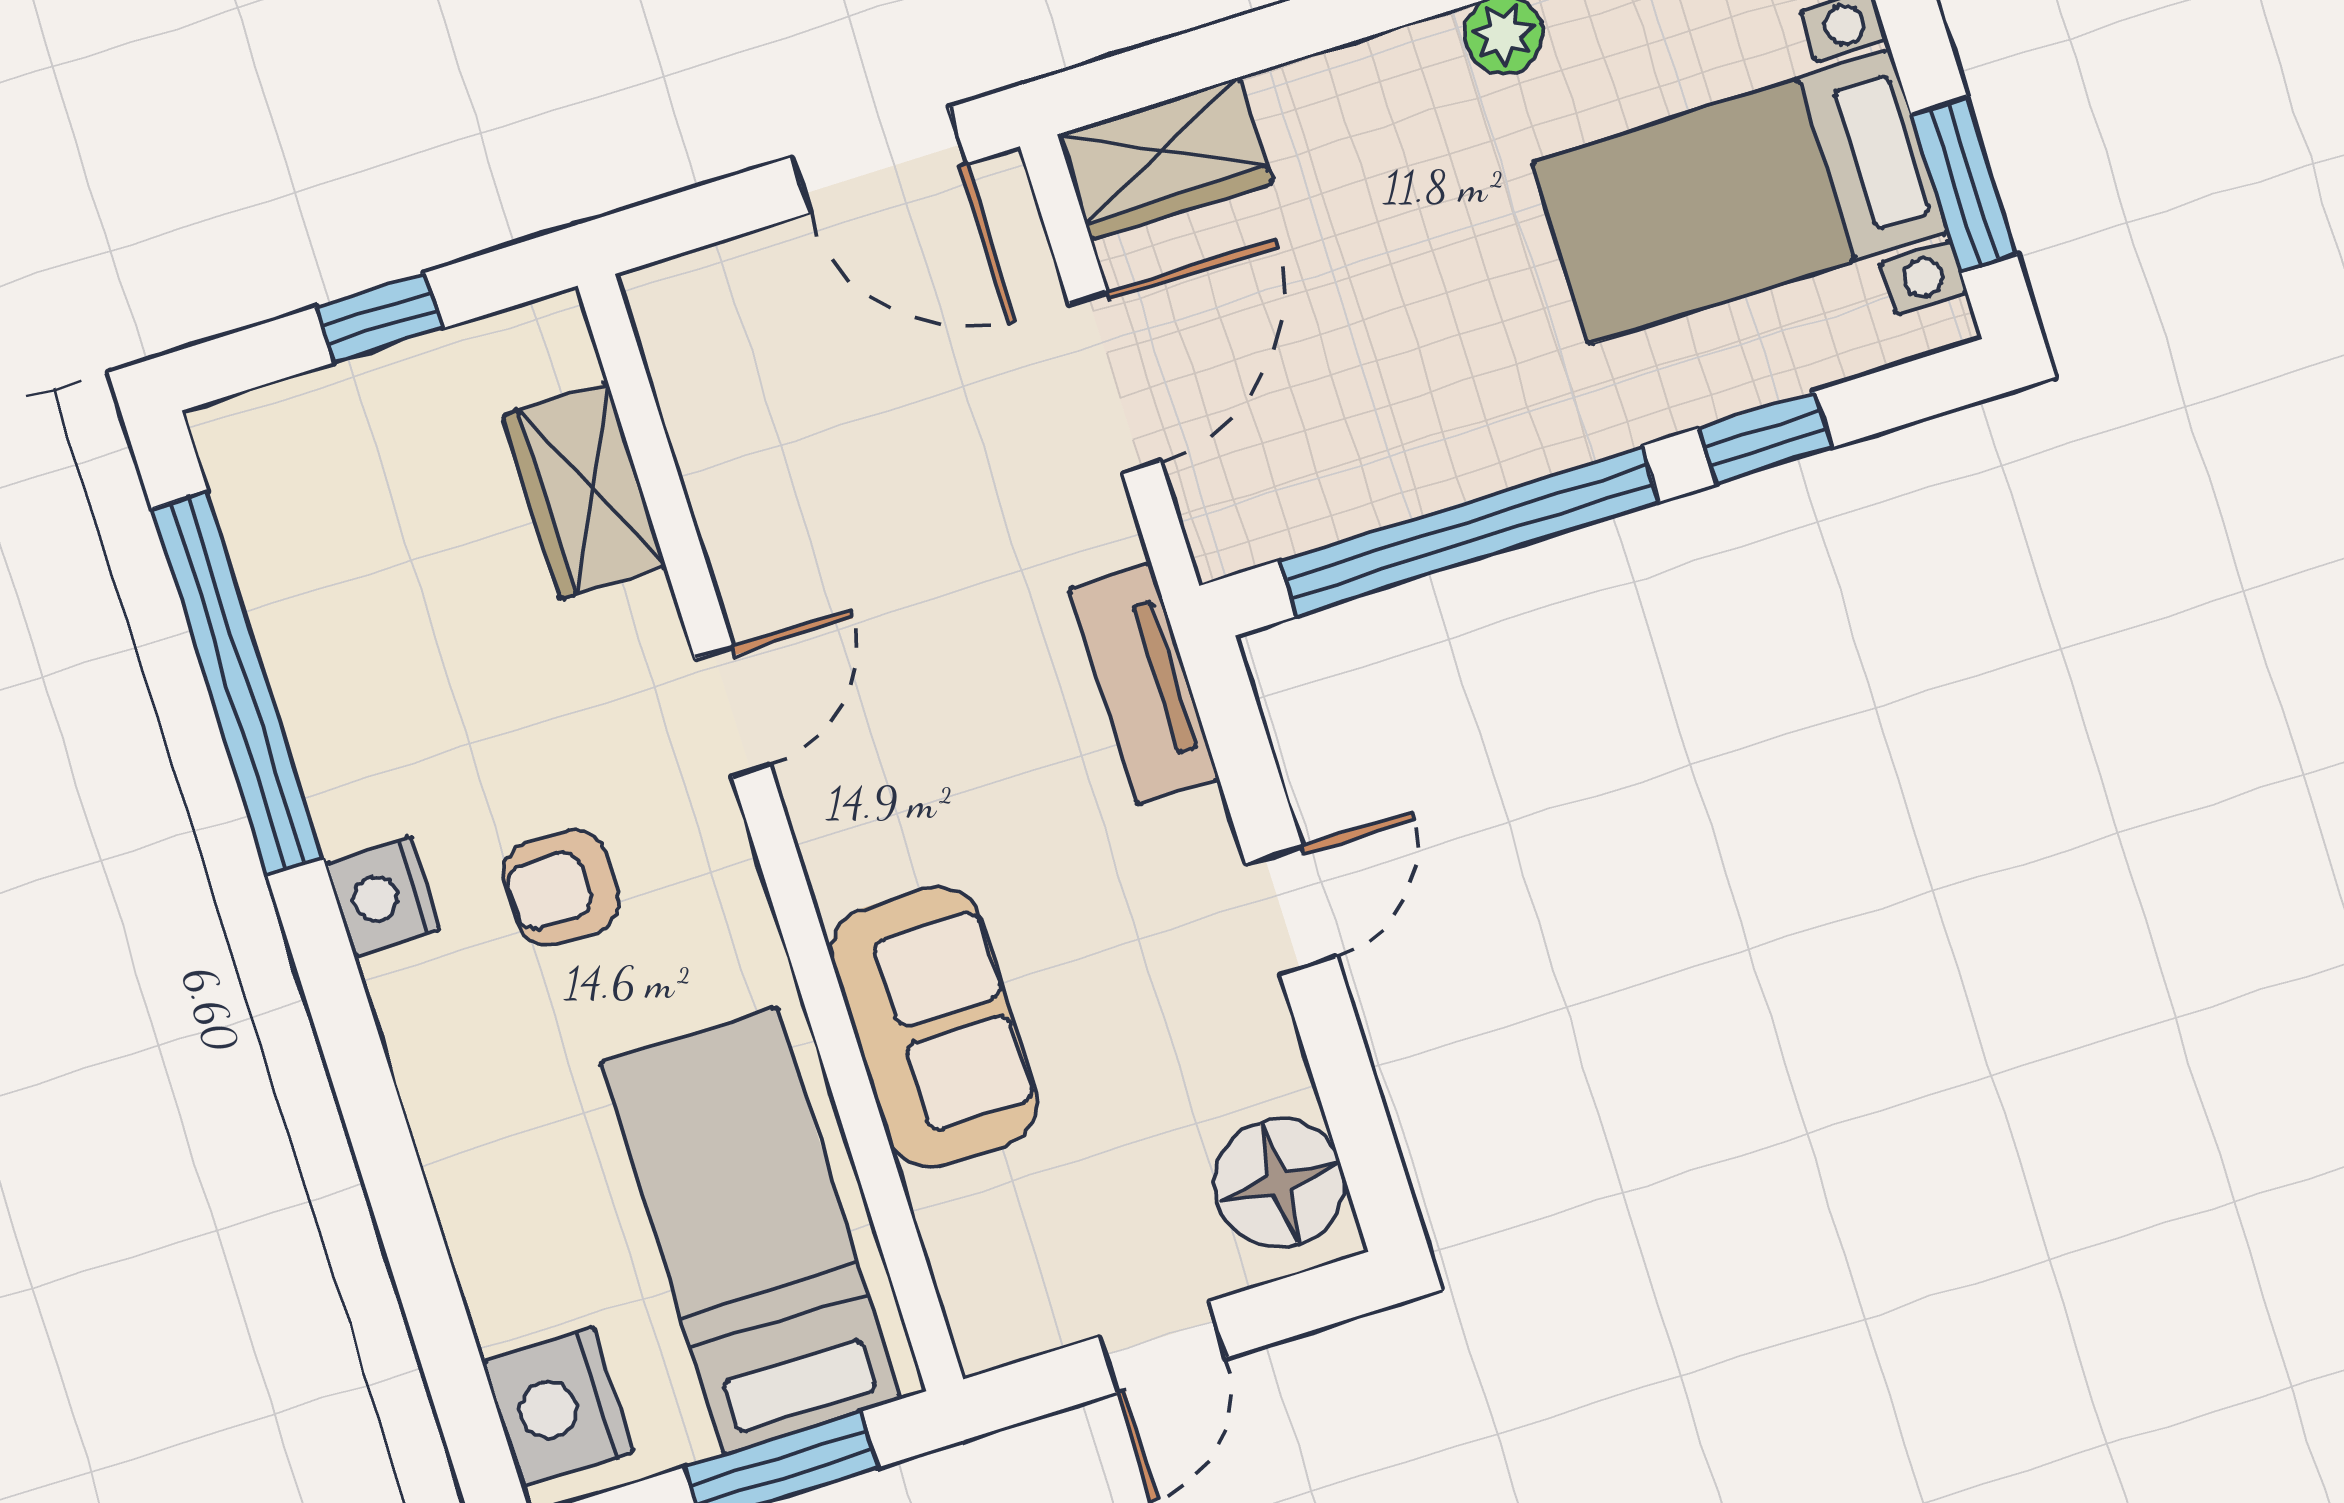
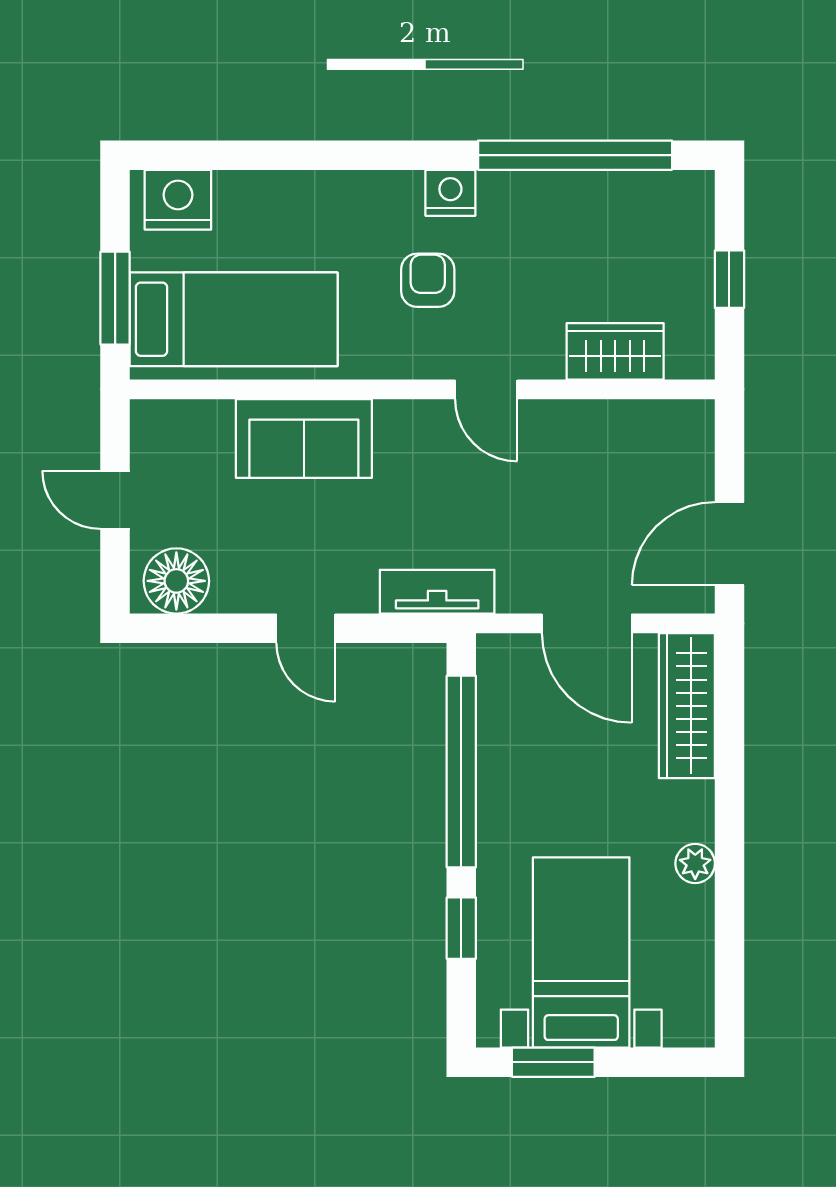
wardrobe: (1165, 159) -> (687, 706), width x1.50

